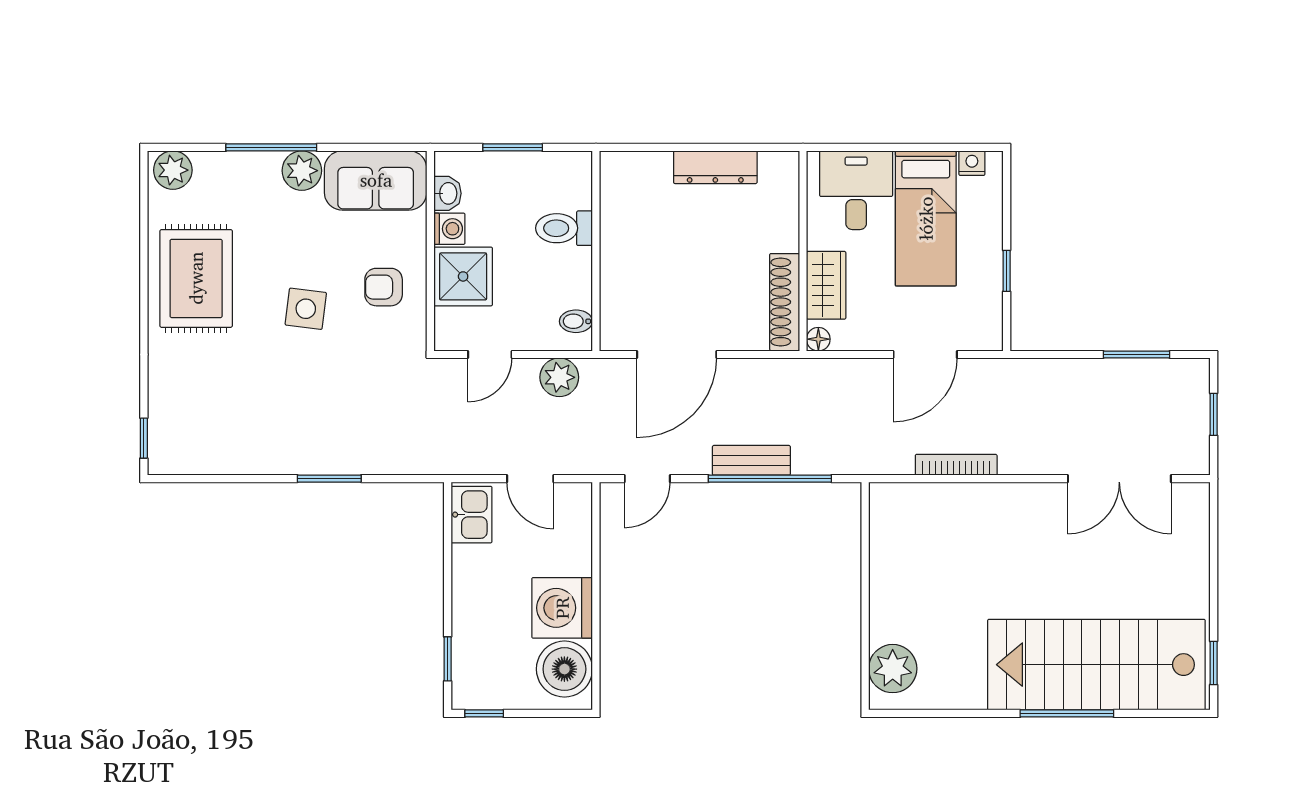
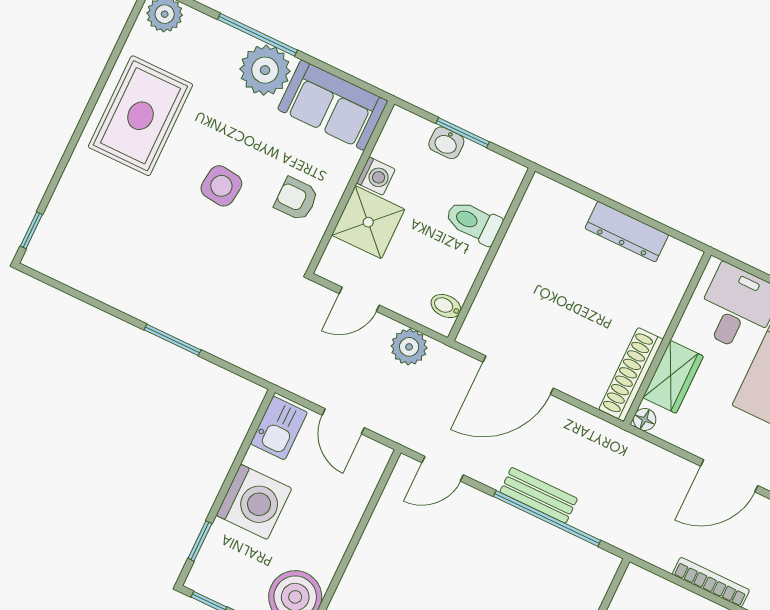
plant: (302, 171) -> (265, 70), width x1.36, depth x1.36
washbasin: (447, 193) -> (446, 143), moved, turned 90
washing machine: (562, 608) -> (254, 502), moved, turned 180

